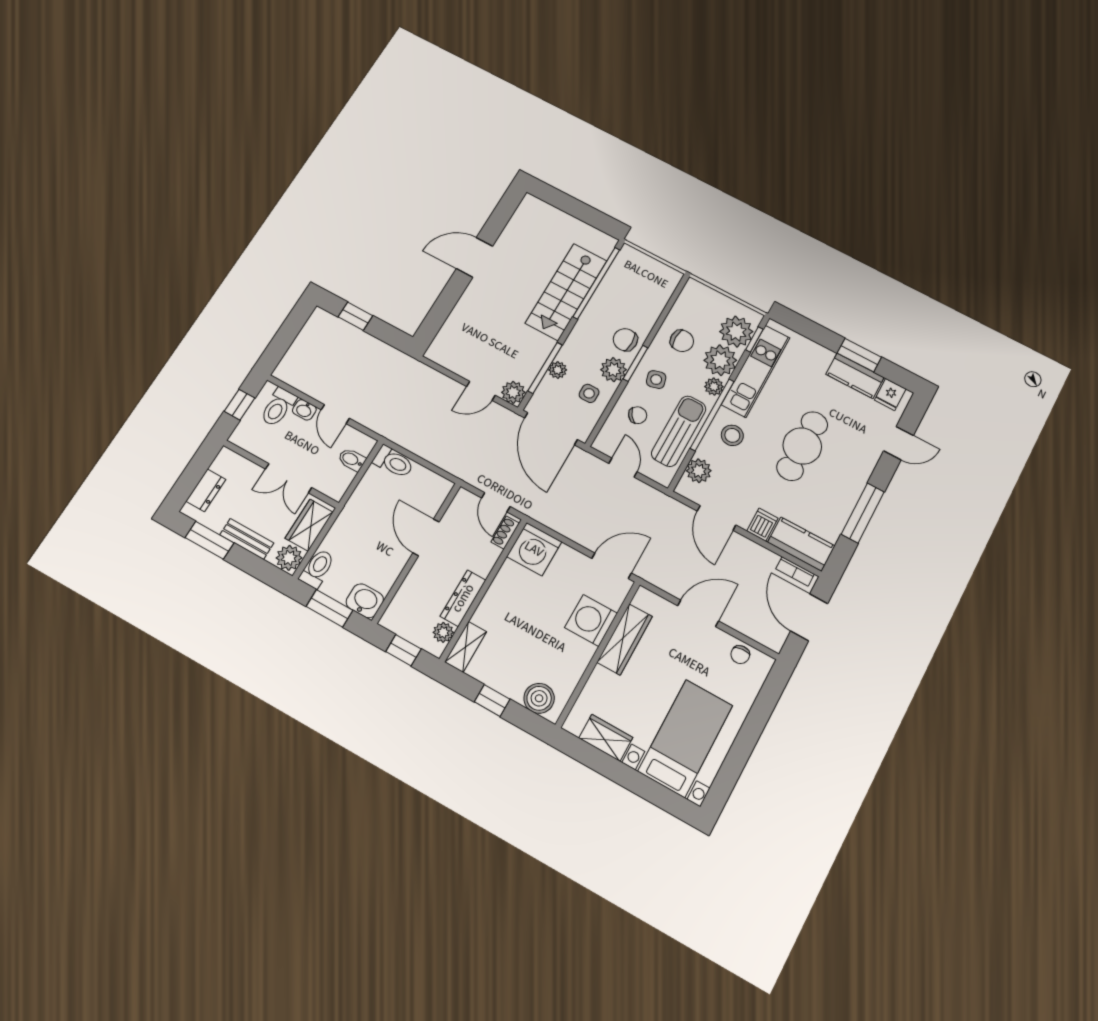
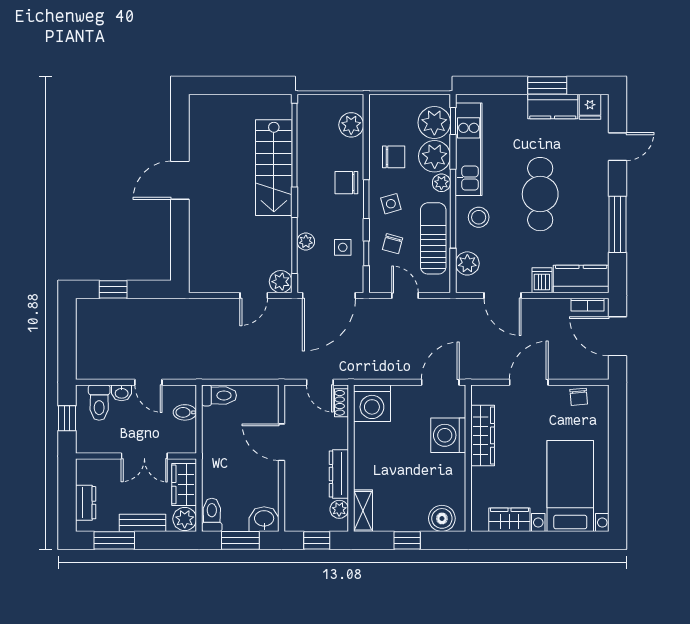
plant: (613, 370) -> (351, 125), moved
window: (608, 410) -> (366, 253), added
chair: (638, 415) -> (392, 244), turned 142
door: (551, 429) -> (329, 295), hinge flipped

